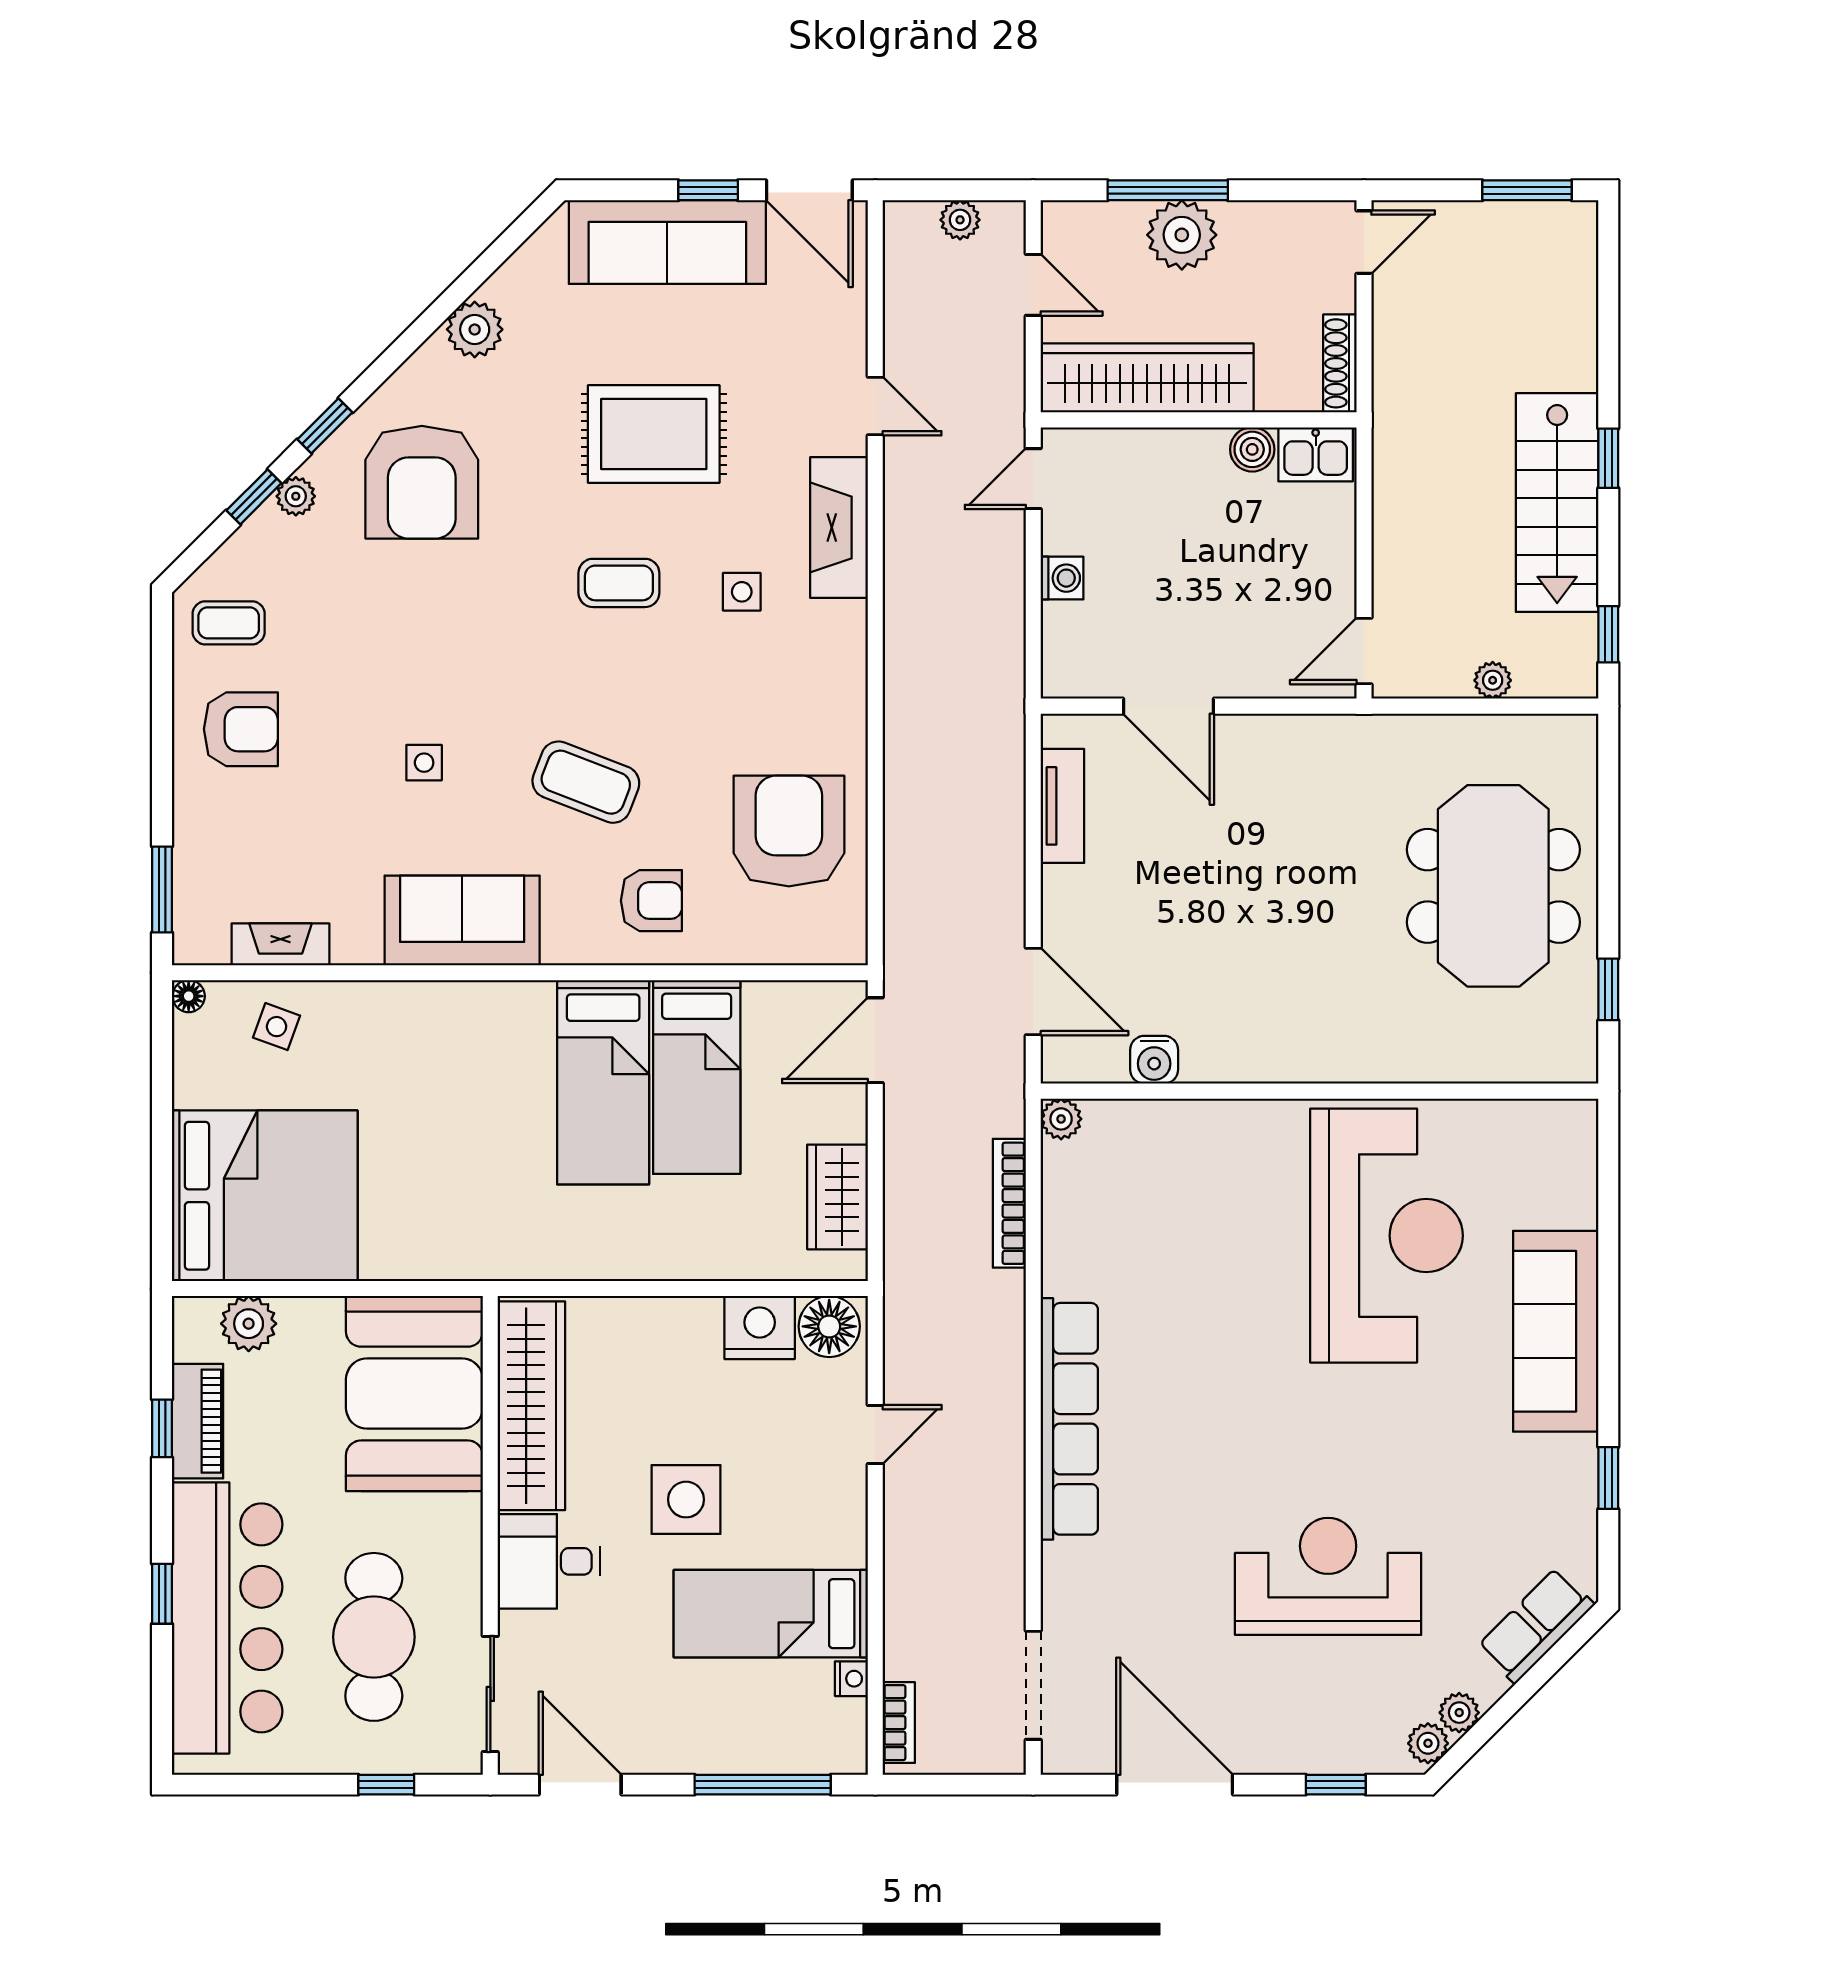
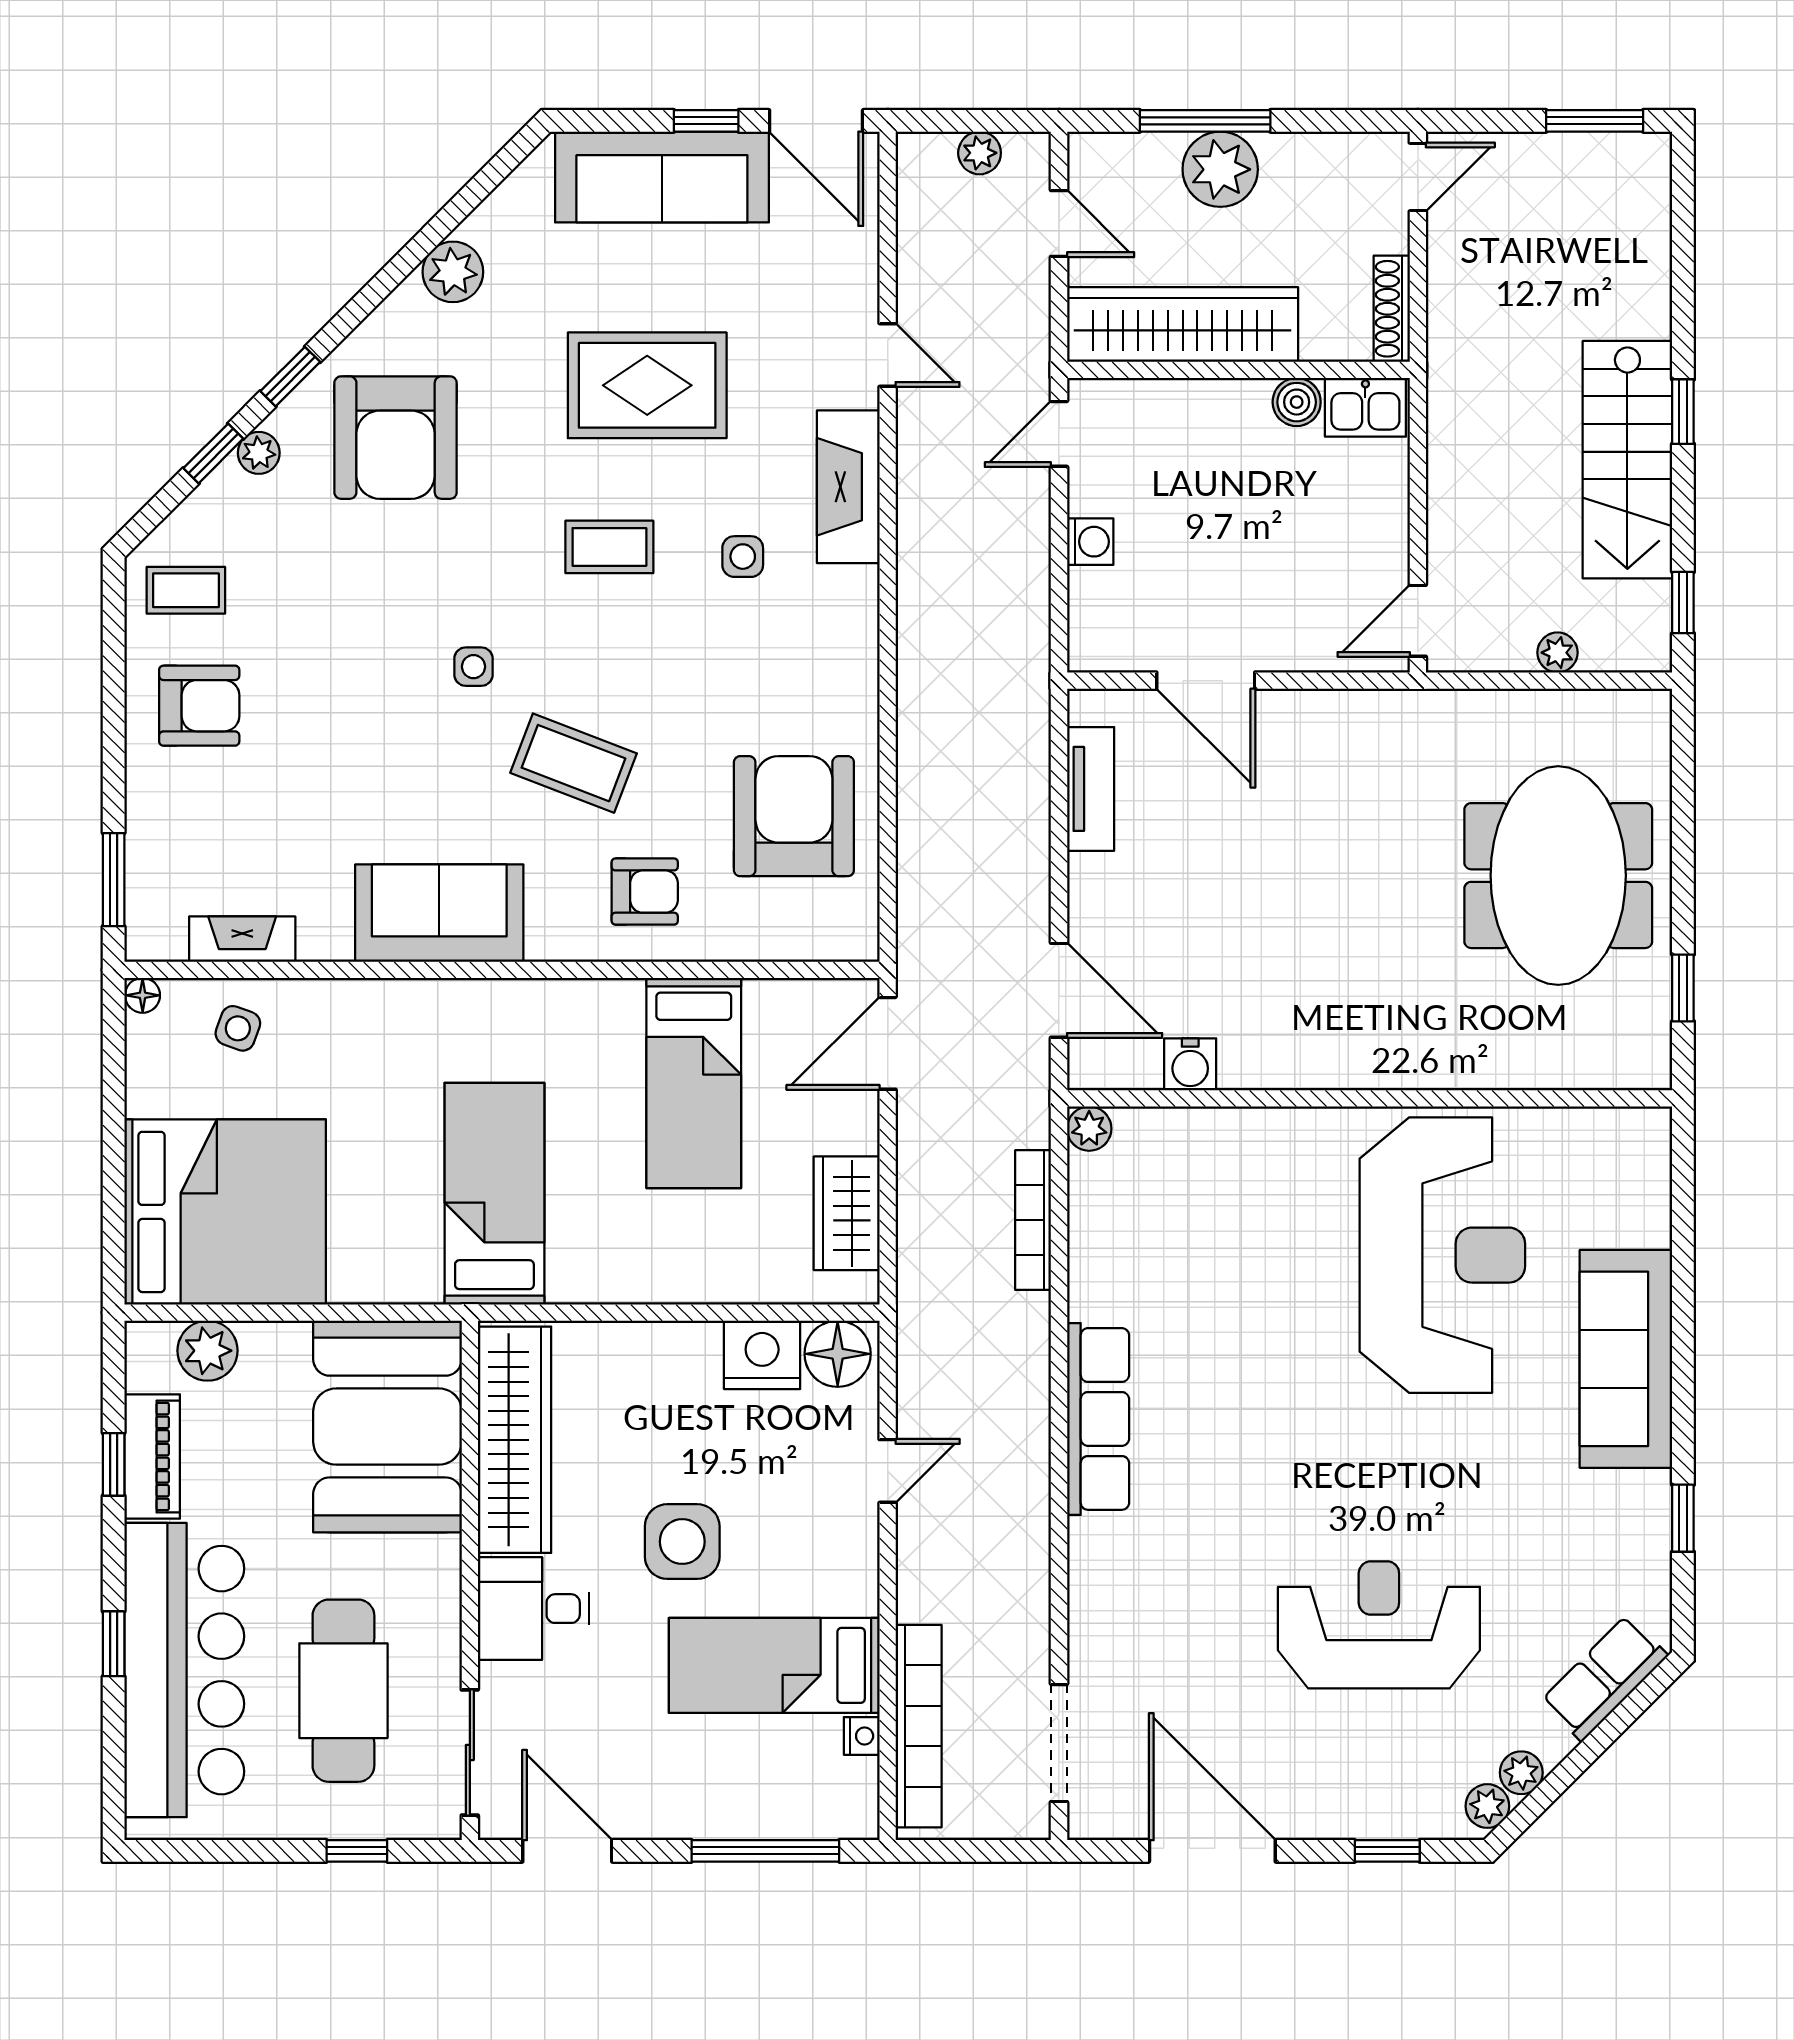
side table: (424, 763) -> (473, 667), moved
bed: (603, 1082) -> (494, 1194), moved, turned 180
row of seats: (1069, 1419) -> (1098, 1419), width x0.73
bookcase: (899, 1723) -> (919, 1726), width x2.31, depth x1.31

